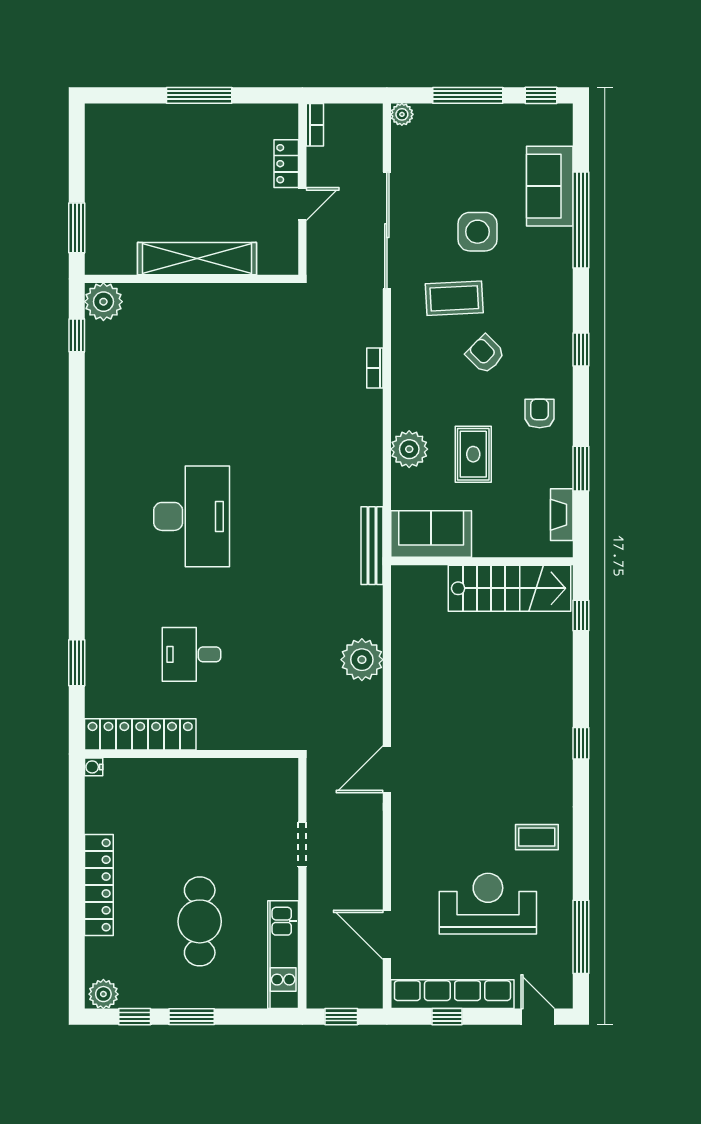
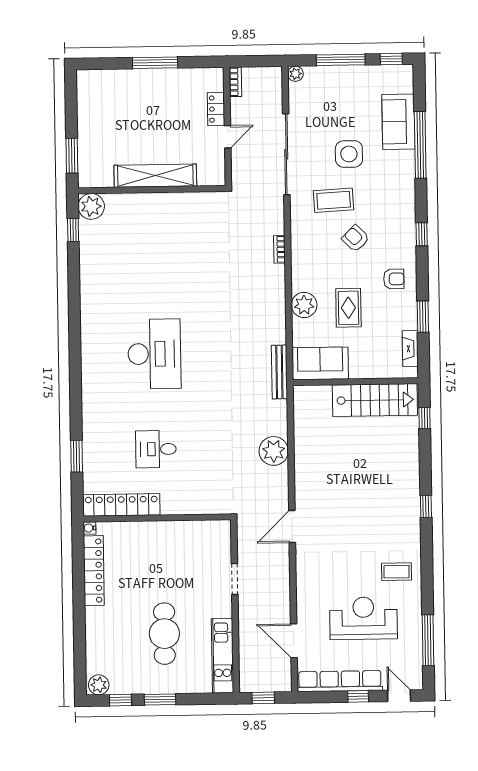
armchair: (540, 413) -> (394, 279), turned 90
locker: (99, 885) -> (94, 571), moved
window: (447, 1017) -> (358, 696), moved

